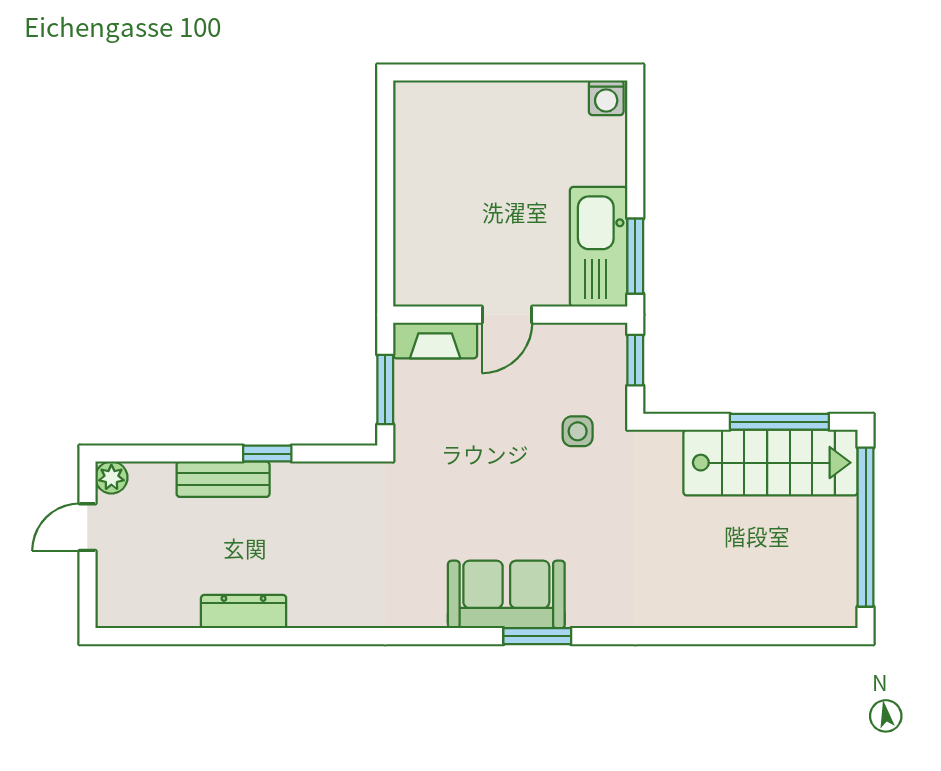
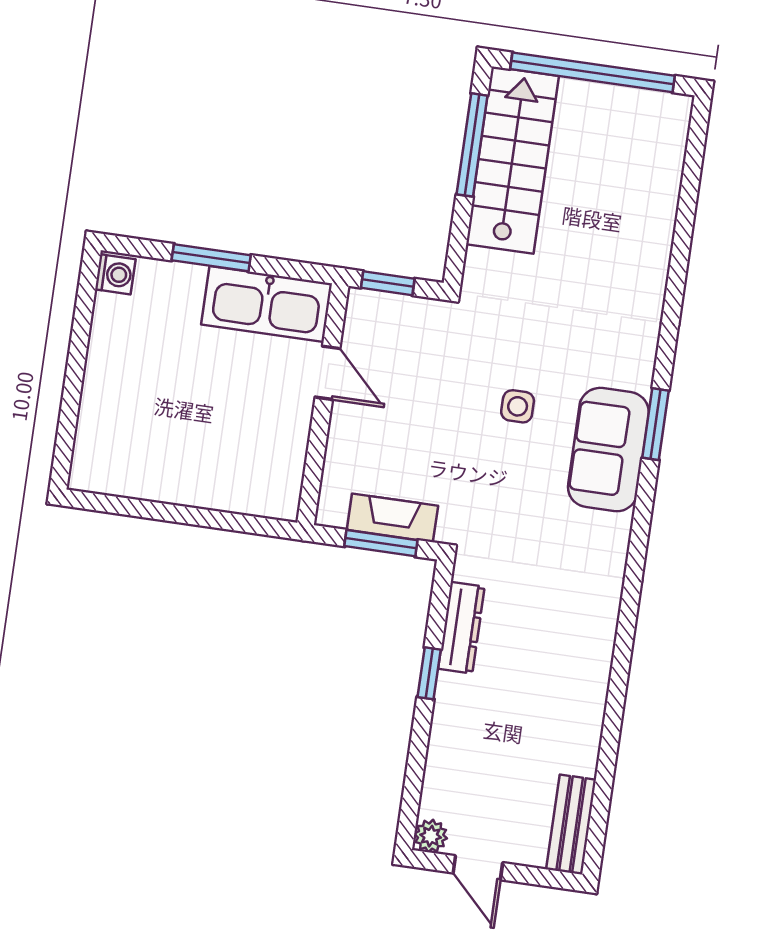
window: (635, 256) -> (211, 258), moved
door: (507, 315) -> (327, 373), moved
fireplace: (435, 340) -> (392, 518), moved, turned -90
side table: (578, 431) -> (518, 406), moved
bench: (223, 479) -> (571, 824), moved
dresser: (244, 612) -> (461, 628), moved, turned 180

